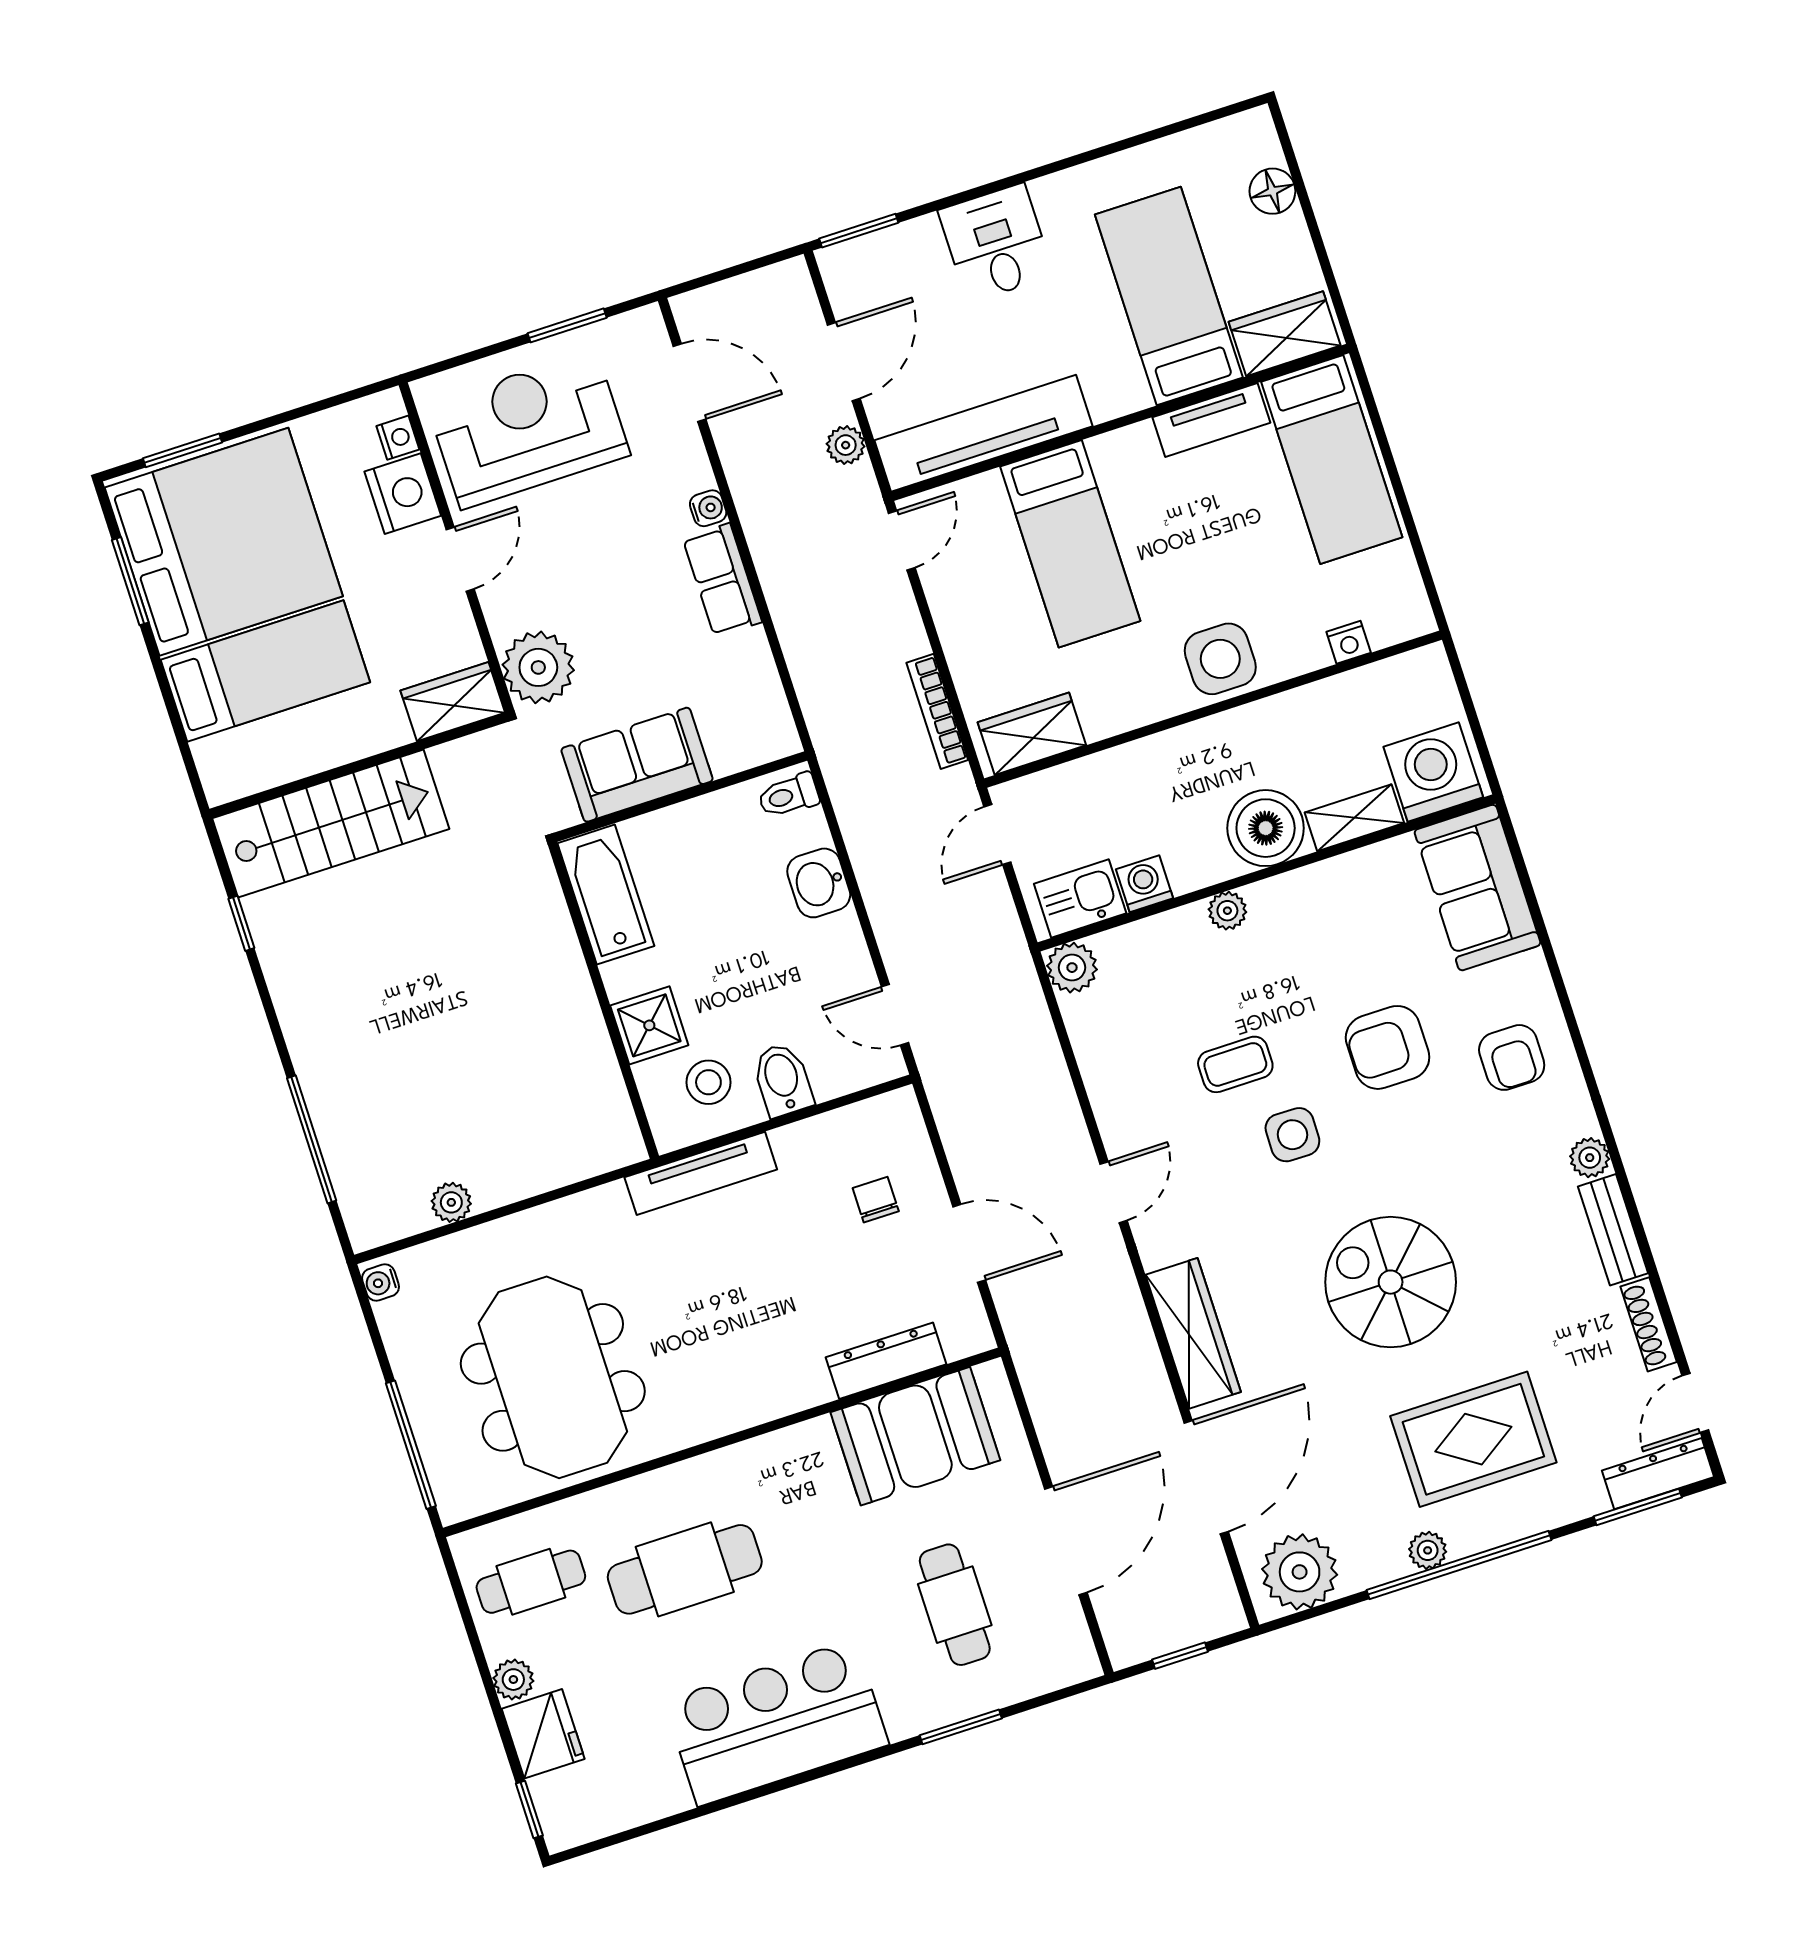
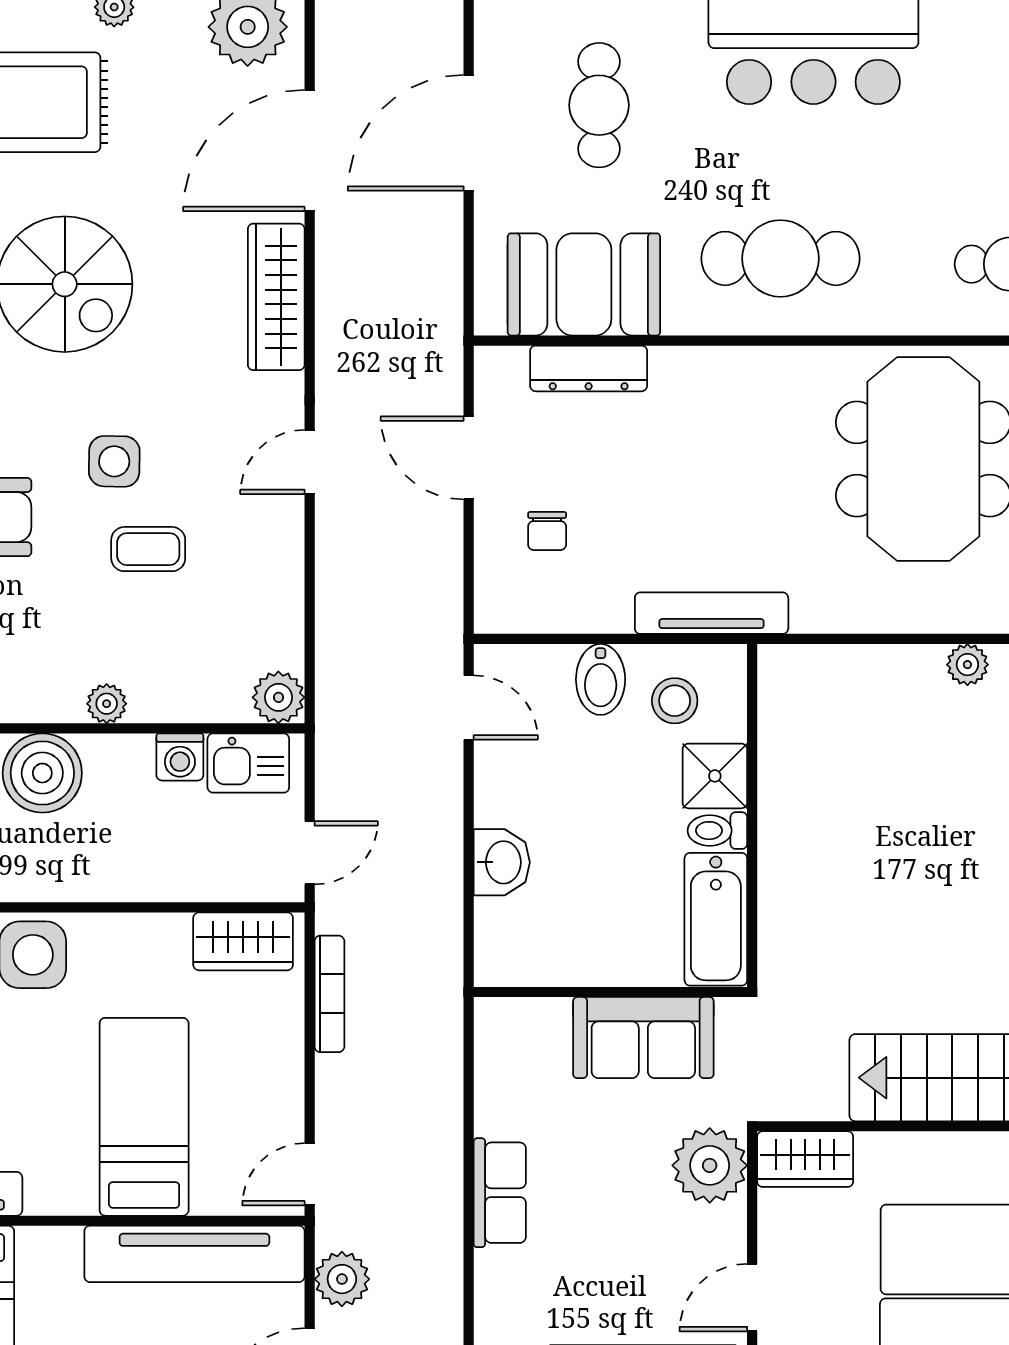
plant: (846, 445) -> (342, 1279), width x1.38, depth x1.38
water cooler: (708, 508) -> (491, 1268), removed
toilet: (789, 795) -> (717, 831), moved, turned 180
cafe table: (685, 1569) -> (780, 258), moved

